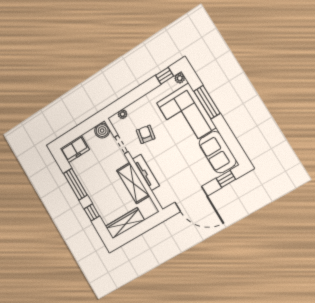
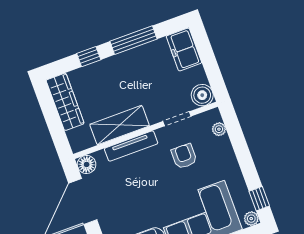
armchair: (146, 134) -> (184, 156), turned -101
floor lamp: (165, 201) -> (87, 164), added

